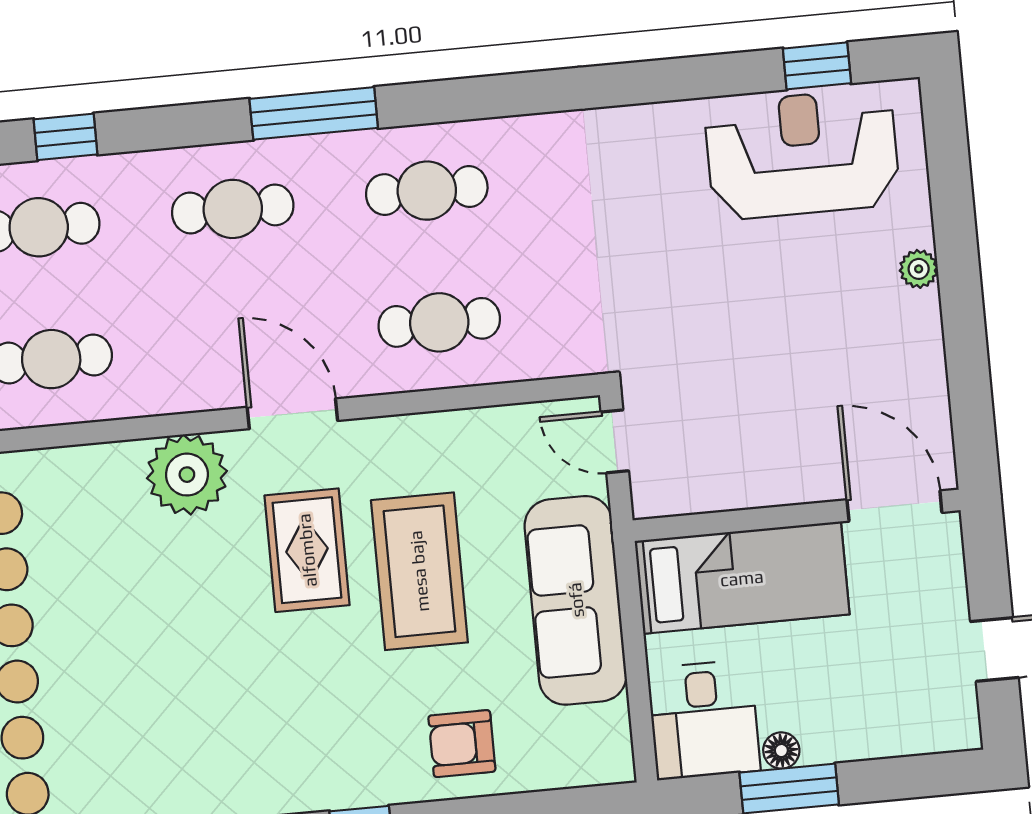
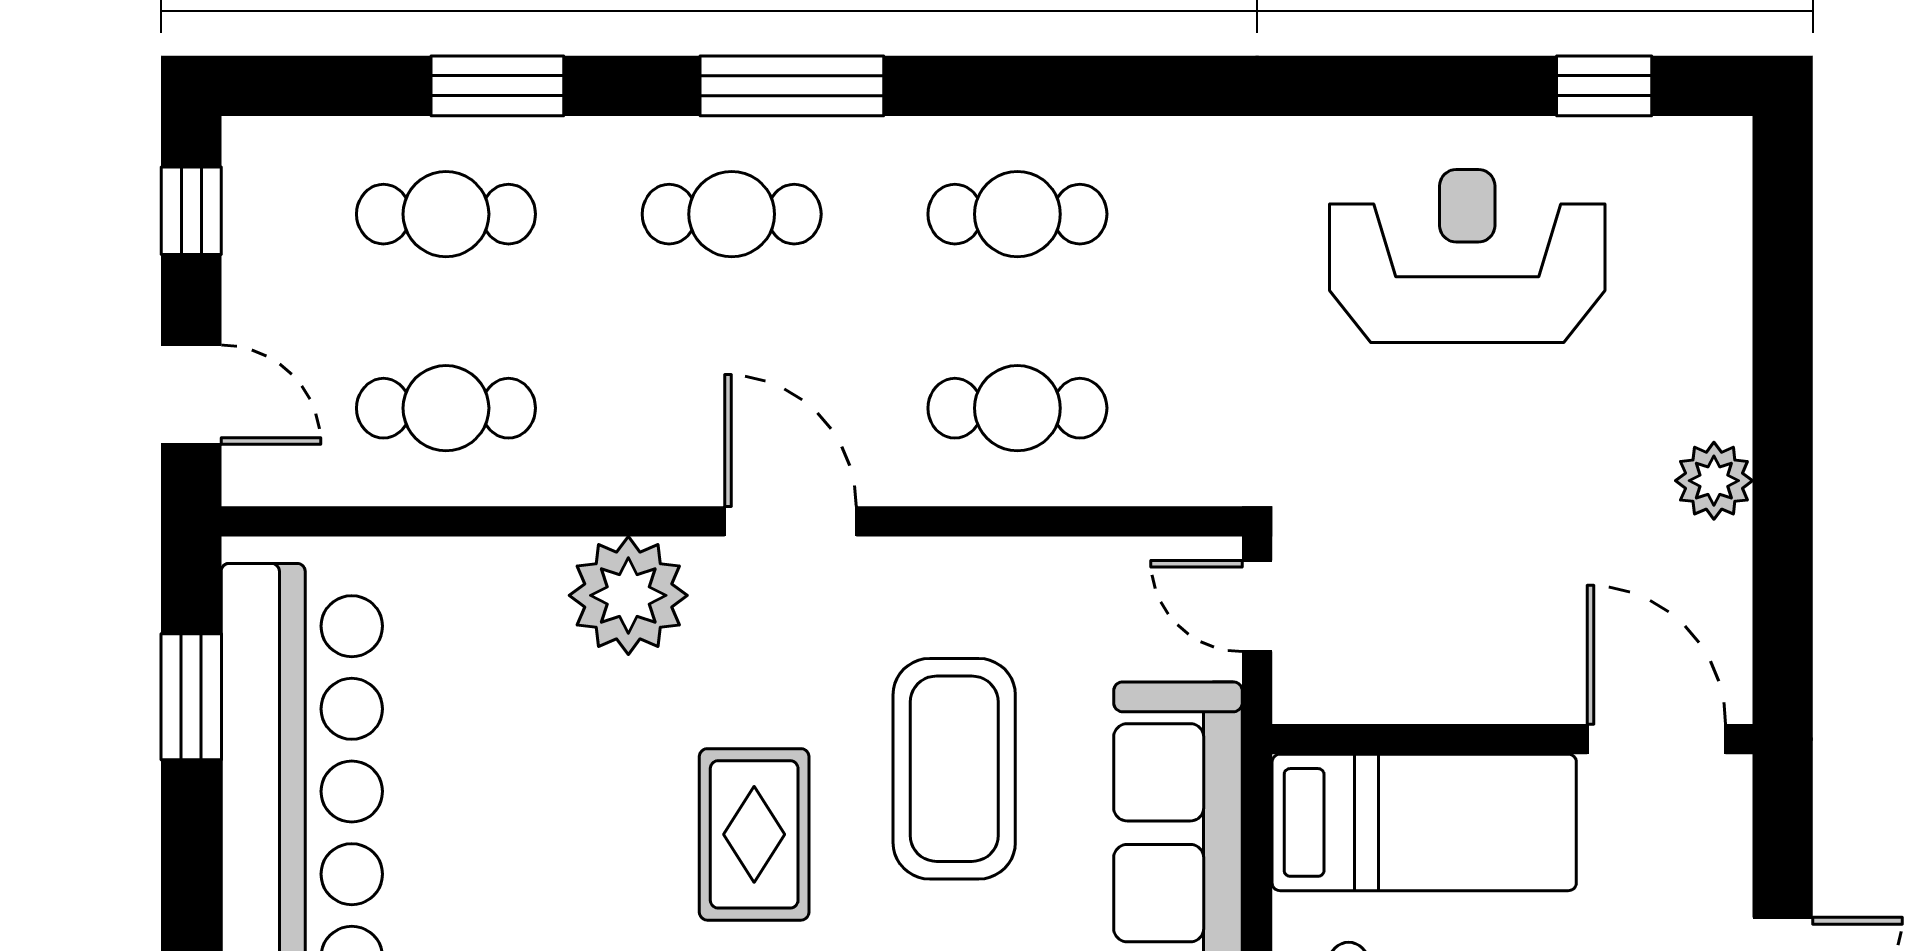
window: (314, 113) -> (792, 86), moved
window: (65, 137) -> (497, 86), width x1.50
reception desk: (802, 154) -> (1467, 256), moved
plant: (919, 269) -> (1714, 481), moved, width x1.38, depth x1.38
rug: (307, 550) -> (754, 834), moved

